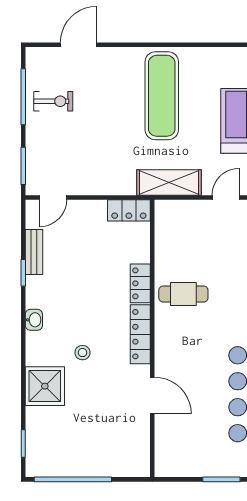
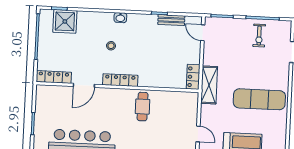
shelving: (169, 182) -> (209, 85), moved
locker: (140, 283) -> (54, 77), moved, width x1.53
washbasin: (34, 320) -> (120, 18), moved
shower: (45, 386) -> (65, 21), moved

